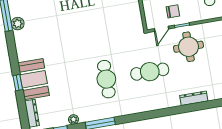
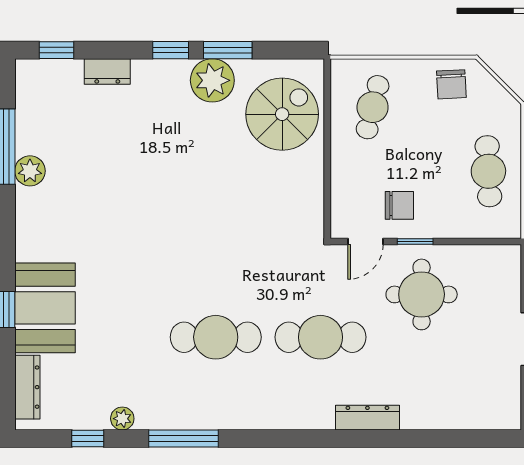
cafe table: (106, 79) -> (216, 337), turned 90
dresser: (194, 98) -> (367, 418), moved

